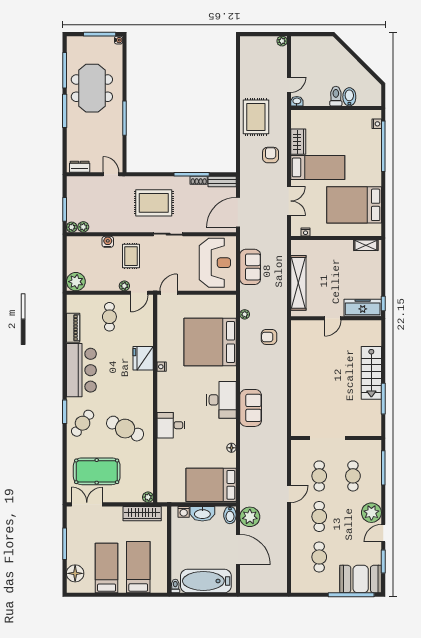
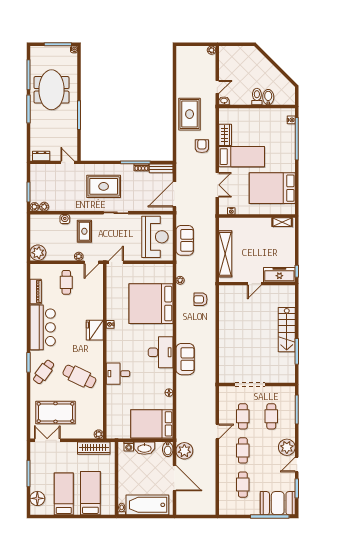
fridge: (143, 358) -> (95, 330), moved

